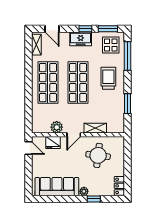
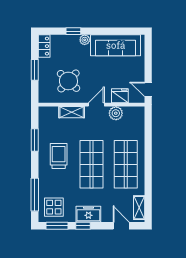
trolley: (108, 78) -> (59, 156), moved, turned 180
round table: (98, 155) -> (68, 81), turned 36
window: (128, 165) -> (35, 70), added

